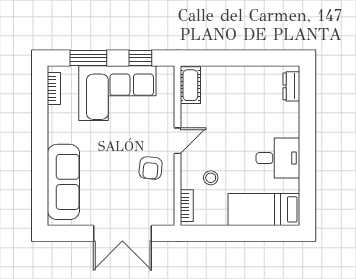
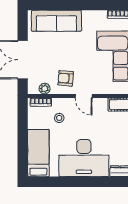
desk: (278, 158) -> (84, 158), width x1.87, depth x1.30
plant: (166, 200) -> (45, 89), added

